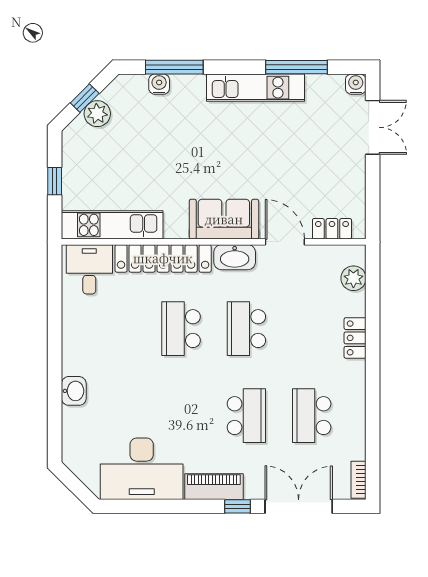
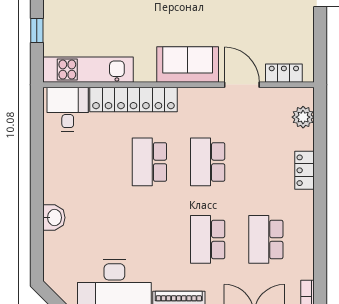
washbasin: (235, 257) -> (197, 98), removed
school desk: (246, 416) -> (208, 239), turned 180

